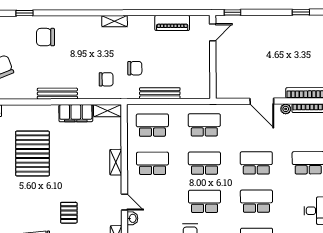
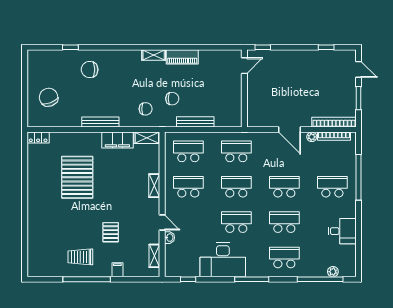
piano: (172, 23) -> (182, 57), moved

